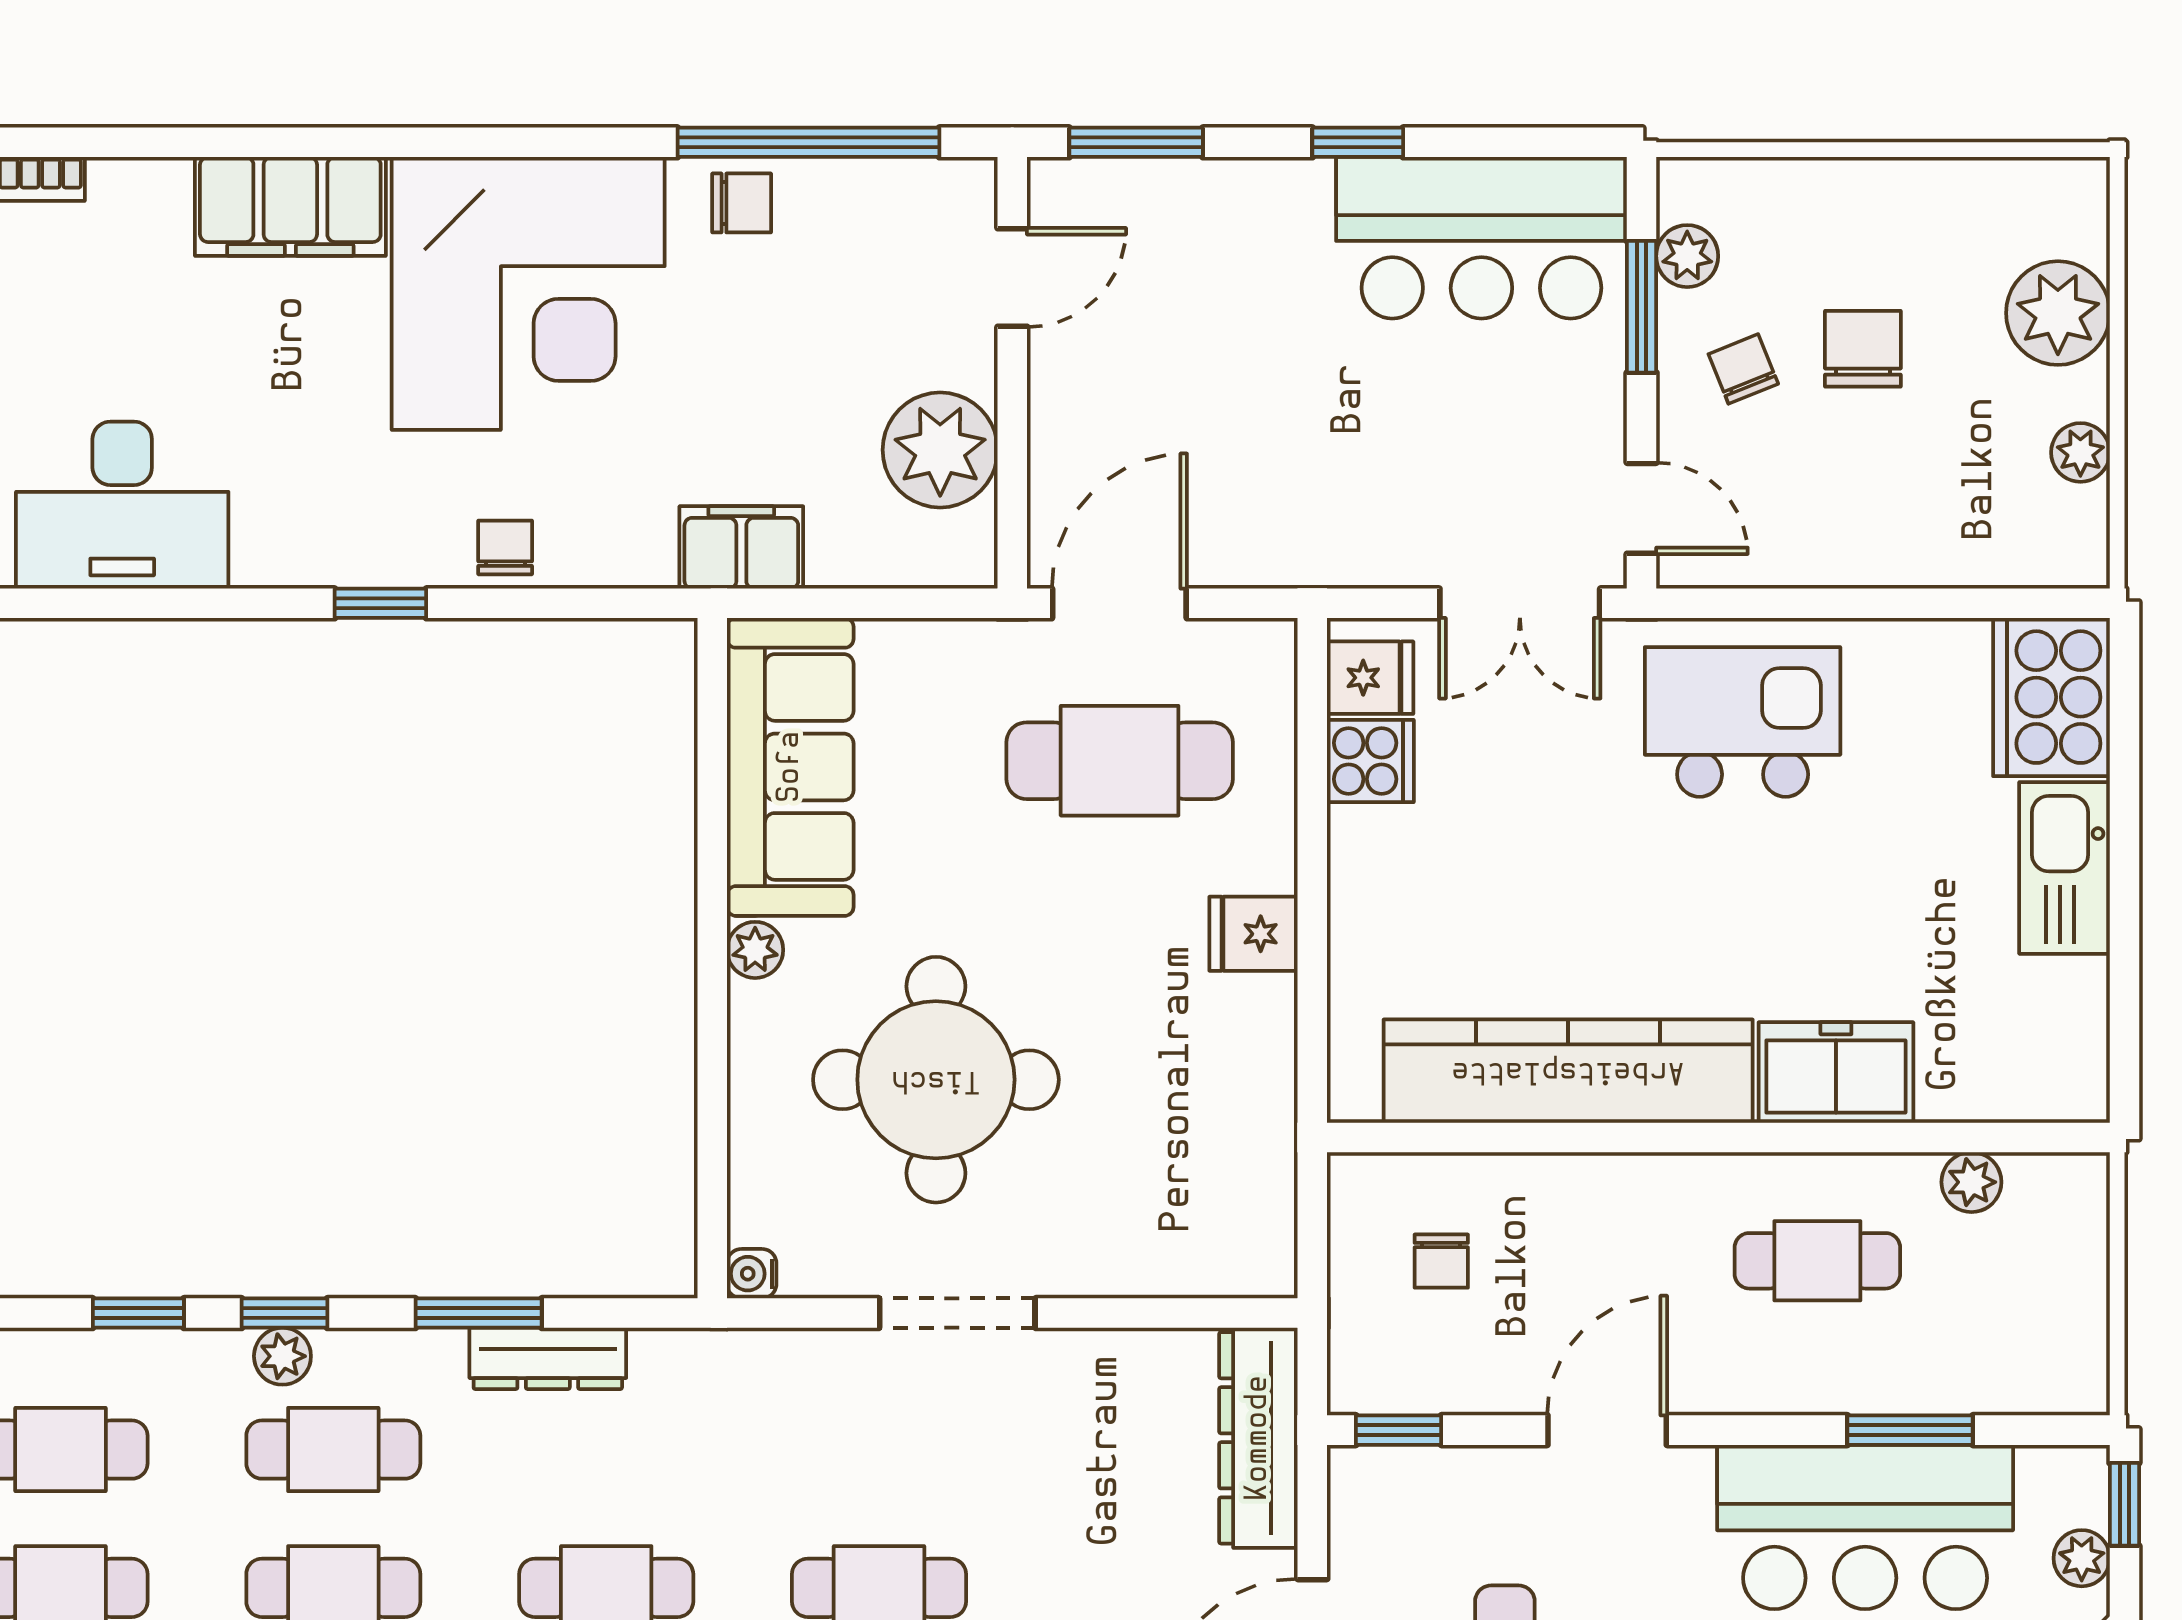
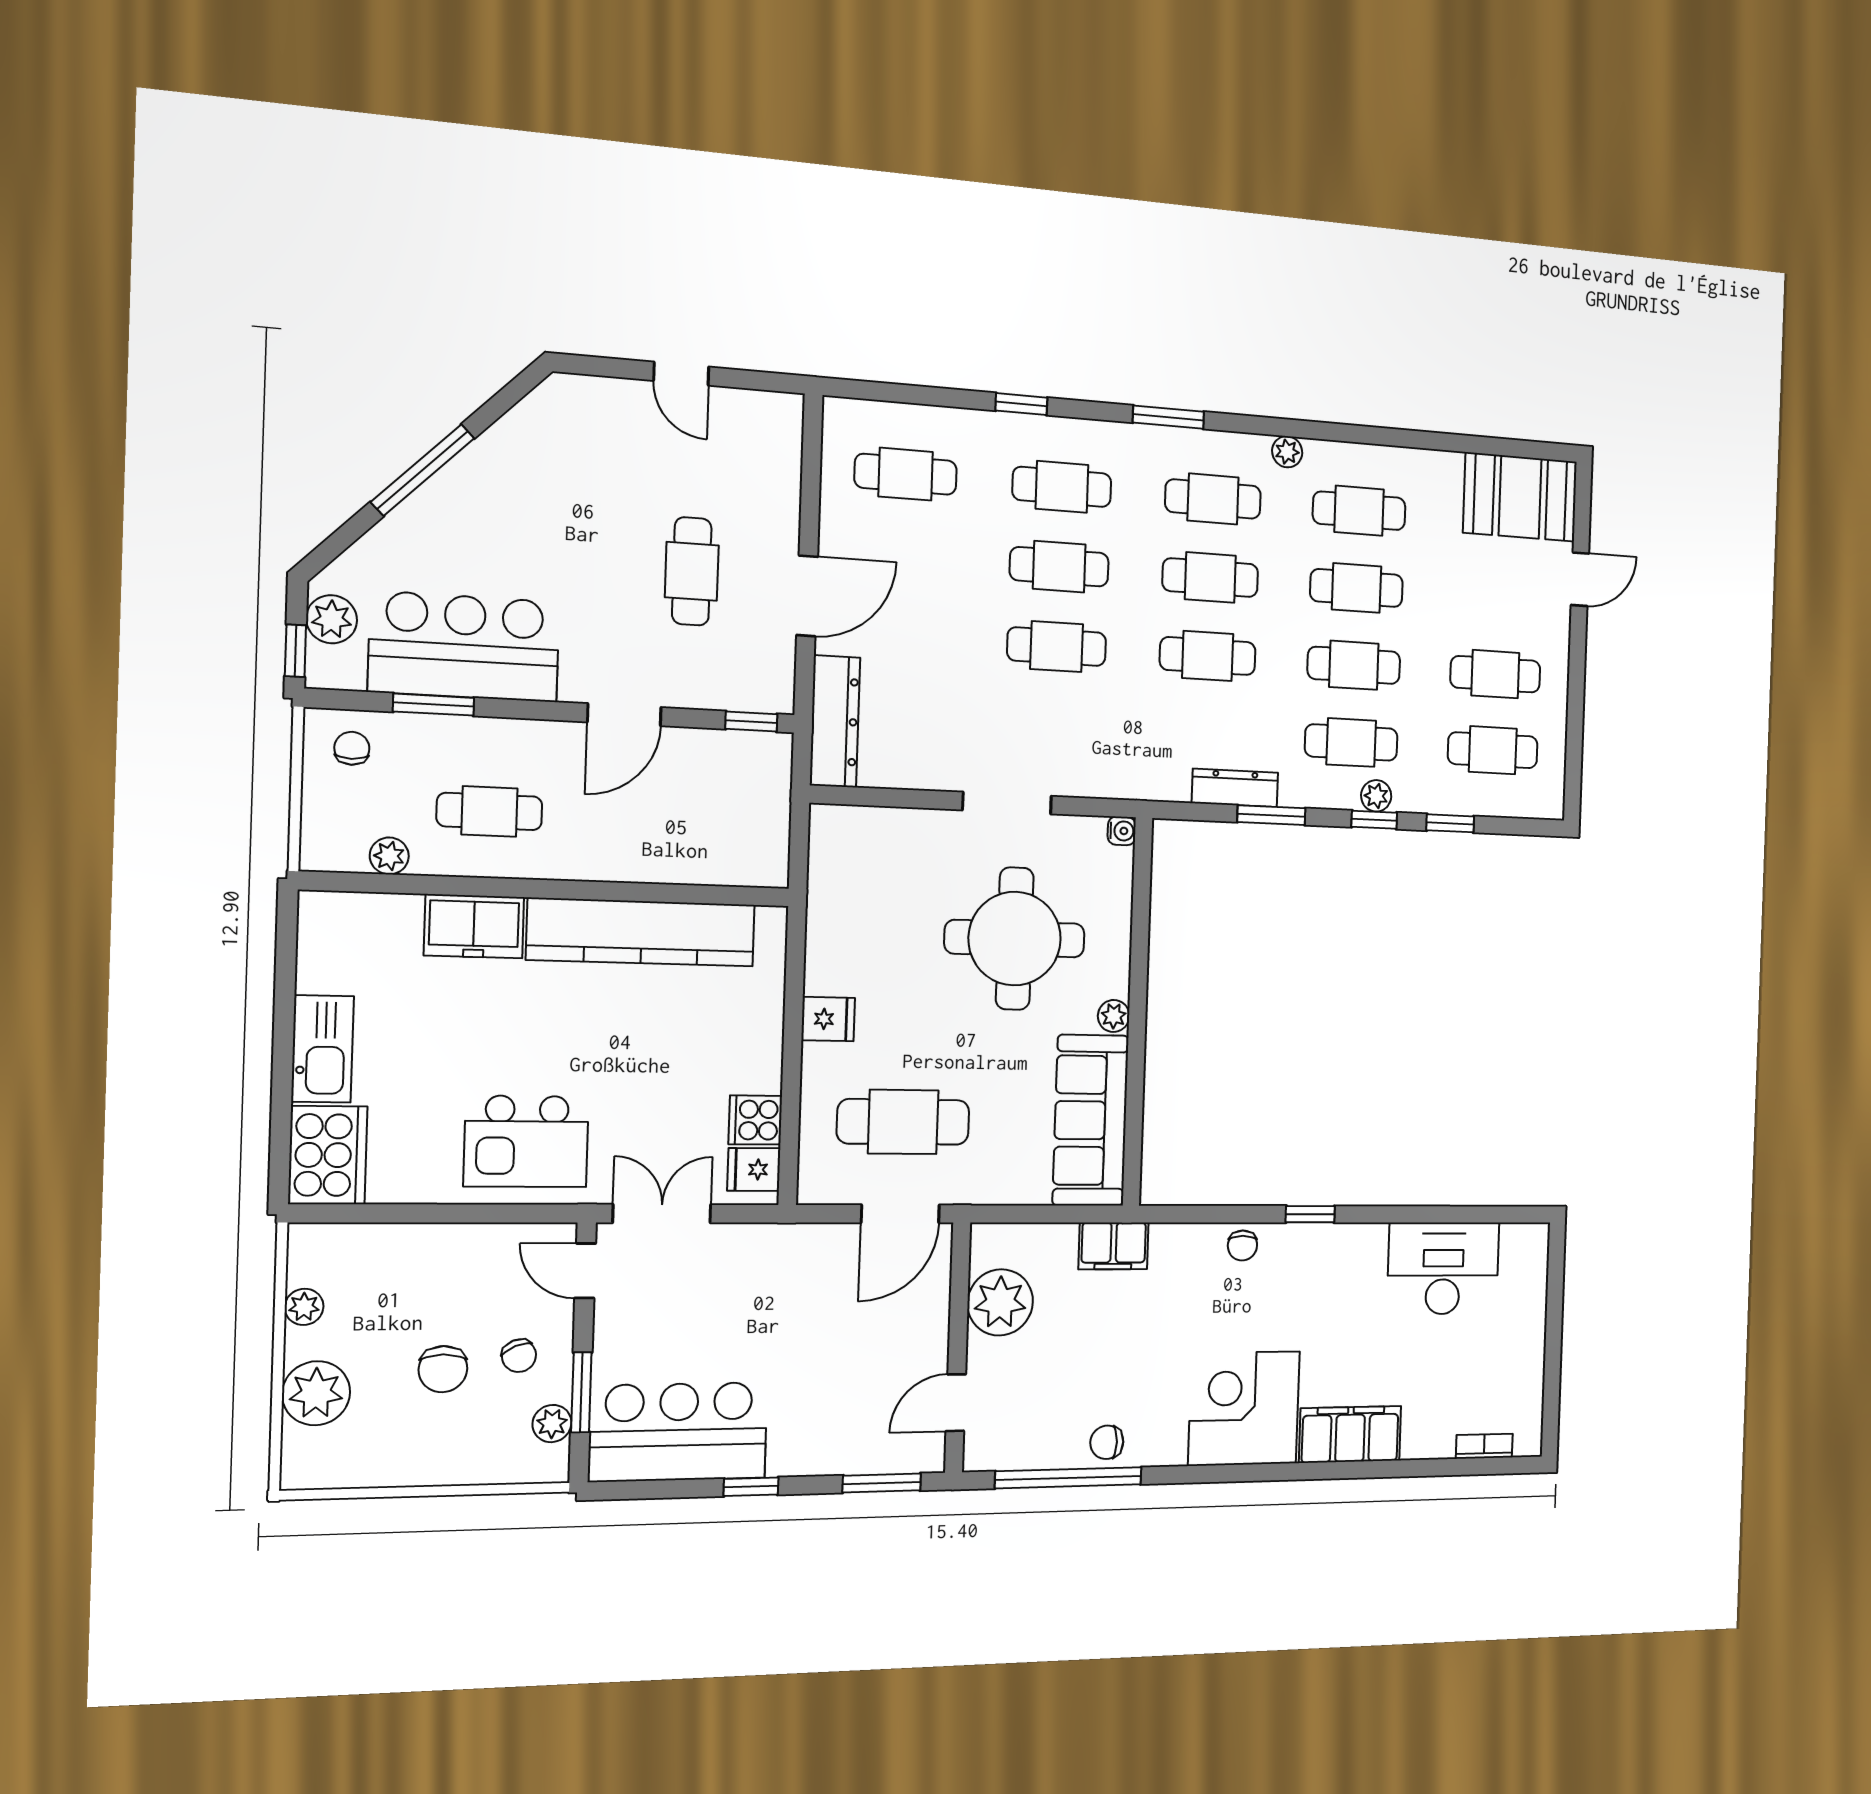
corner desk: (528, 293) -> (1244, 1408), width x0.74, depth x0.74
chair: (1441, 1261) -> (352, 748), moved
plant: (2082, 1558) -> (332, 619), width x1.38, depth x1.38

